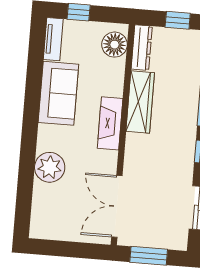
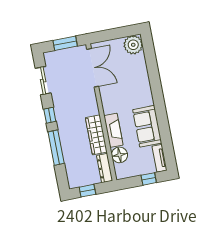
floor lamp: (115, 45) -> (119, 155), moved
fireplace: (110, 123) -> (113, 130), moved
plant: (50, 167) -> (133, 45), moved

